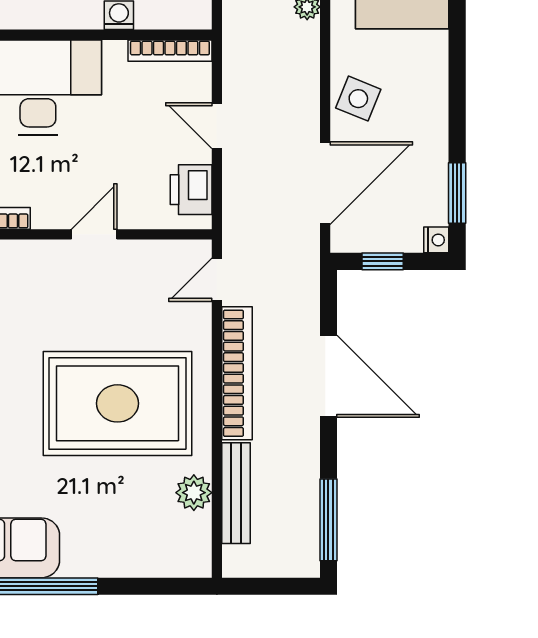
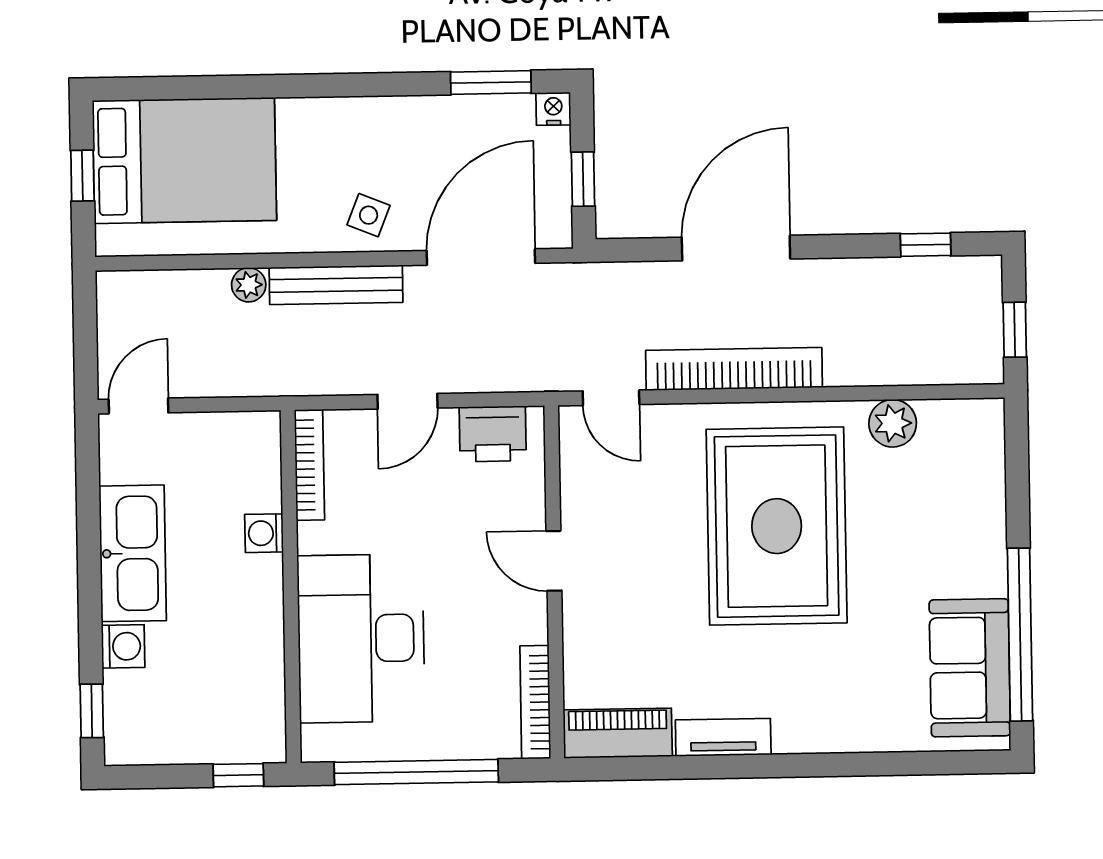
side table: (358, 99) -> (369, 215), width x0.73, depth x0.73
door: (325, 183) -> (481, 257), hinge flipped
bench: (236, 493) -> (336, 285), moved
window: (328, 520) -> (926, 245), width x0.46
window: (263, 586) -> (1015, 330), added

